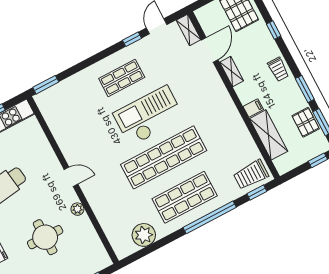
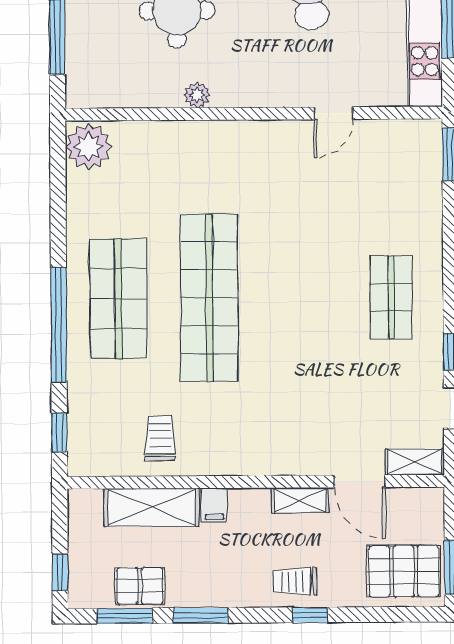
window: (274, 30) -> (310, 615), moved
trolley: (278, 69) -> (295, 582), moved
checkout: (149, 116) -> (298, 310), removed
trolley: (251, 175) -> (160, 438), moved, width x0.73, depth x0.72
door: (71, 177) -> (333, 113), moved
plant: (144, 235) -> (89, 147), moved

